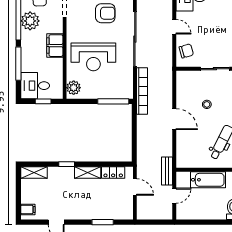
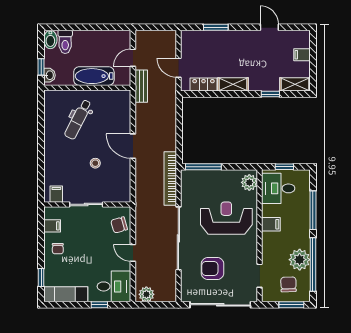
filing cabinet: (55, 46) -> (271, 224), width x0.50
desk: (35, 86) -> (278, 188), moved, turned 180
window: (67, 164) -> (270, 94), moved
filing cabinet: (28, 210) -> (302, 55), moved

